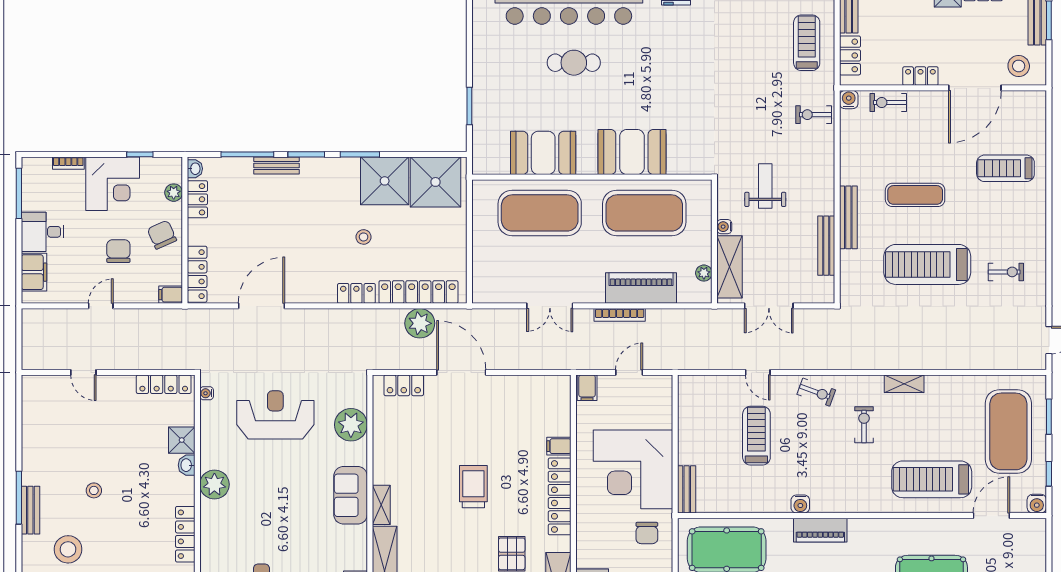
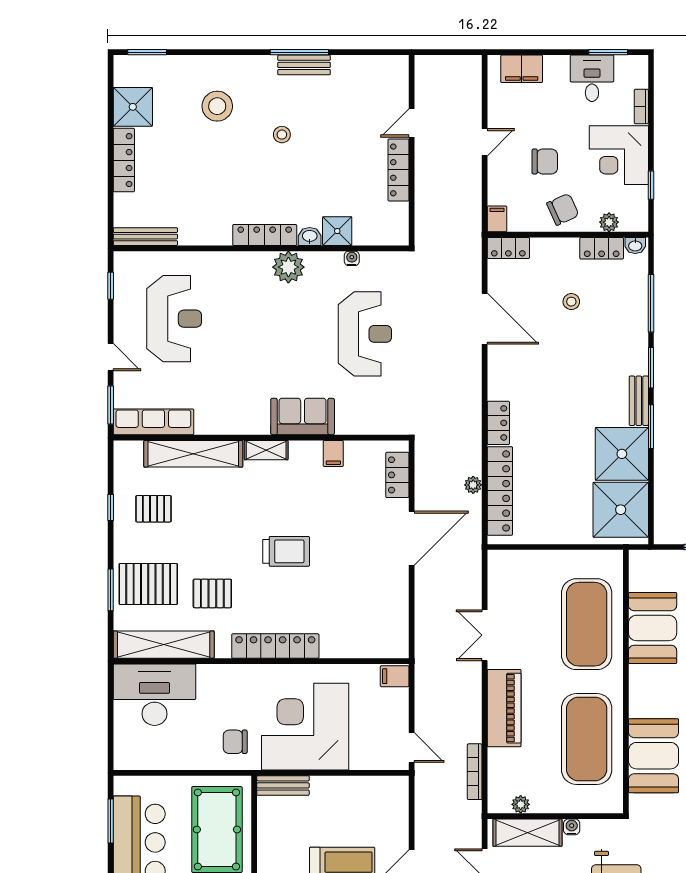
booth: (632, 152) -> (654, 756), moved
bench: (277, 165) -> (639, 401), moved
window: (19, 193) -> (608, 52), width x0.69
desk: (43, 232) -> (592, 78), moved
stool: (364, 237) -> (571, 302), moved
locker: (197, 274) -> (508, 248), width x0.66
piano: (641, 288) -> (504, 708), moved
door: (101, 306) -> (485, 142), hinge flipped
bookcase: (620, 315) -> (475, 772), moved
plant: (420, 323) -> (473, 485), width x0.53, depth x0.53
door: (629, 372) -> (412, 748), moved
locker: (164, 384) -> (398, 170), moved
water cooler: (207, 393) -> (352, 258), moved
plant: (351, 425) -> (354, 417), removed
filing cabinet: (559, 446) -> (333, 453), moved, turned 180
sofa: (351, 495) -> (303, 416), moved
window: (19, 498) -> (299, 52), moved
bench: (30, 510) -> (304, 65), moved
locker: (185, 534) -> (265, 235), moved

